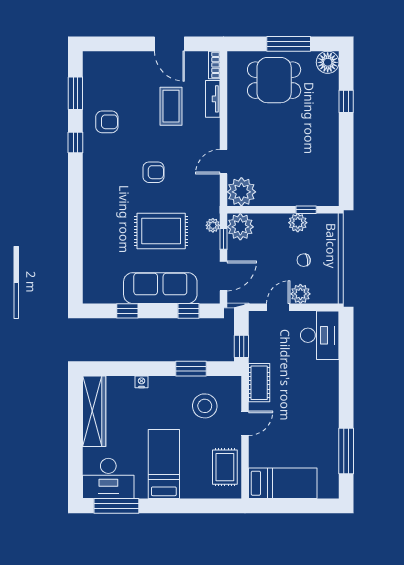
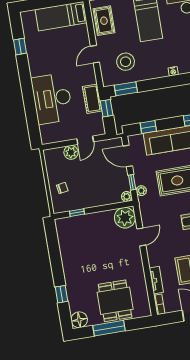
dining table: (274, 80) -> (115, 301), turned 90
plant: (298, 223) -> (81, 202), removed
plant: (240, 227) -> (127, 197), width x0.53, depth x0.53
chair: (304, 260) -> (62, 188), moved
door: (223, 276) -> (128, 156), hinge flipped
desk: (320, 335) -> (52, 99), moved, width x1.36, depth x1.30
window: (191, 369) -> (126, 89), moved
cot: (259, 383) -> (92, 99), moved
window: (346, 451) -> (20, 46), width x0.46

